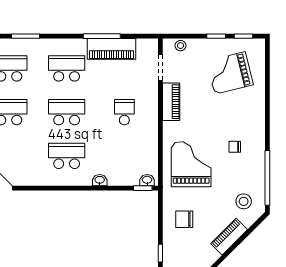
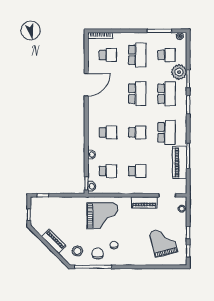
school desk: (67, 112) -> (137, 132), width x0.54
school desk: (67, 156) -> (108, 132), width x0.54
school desk: (124, 156) -> (108, 171), added
chair: (184, 219) -> (98, 253), moved

